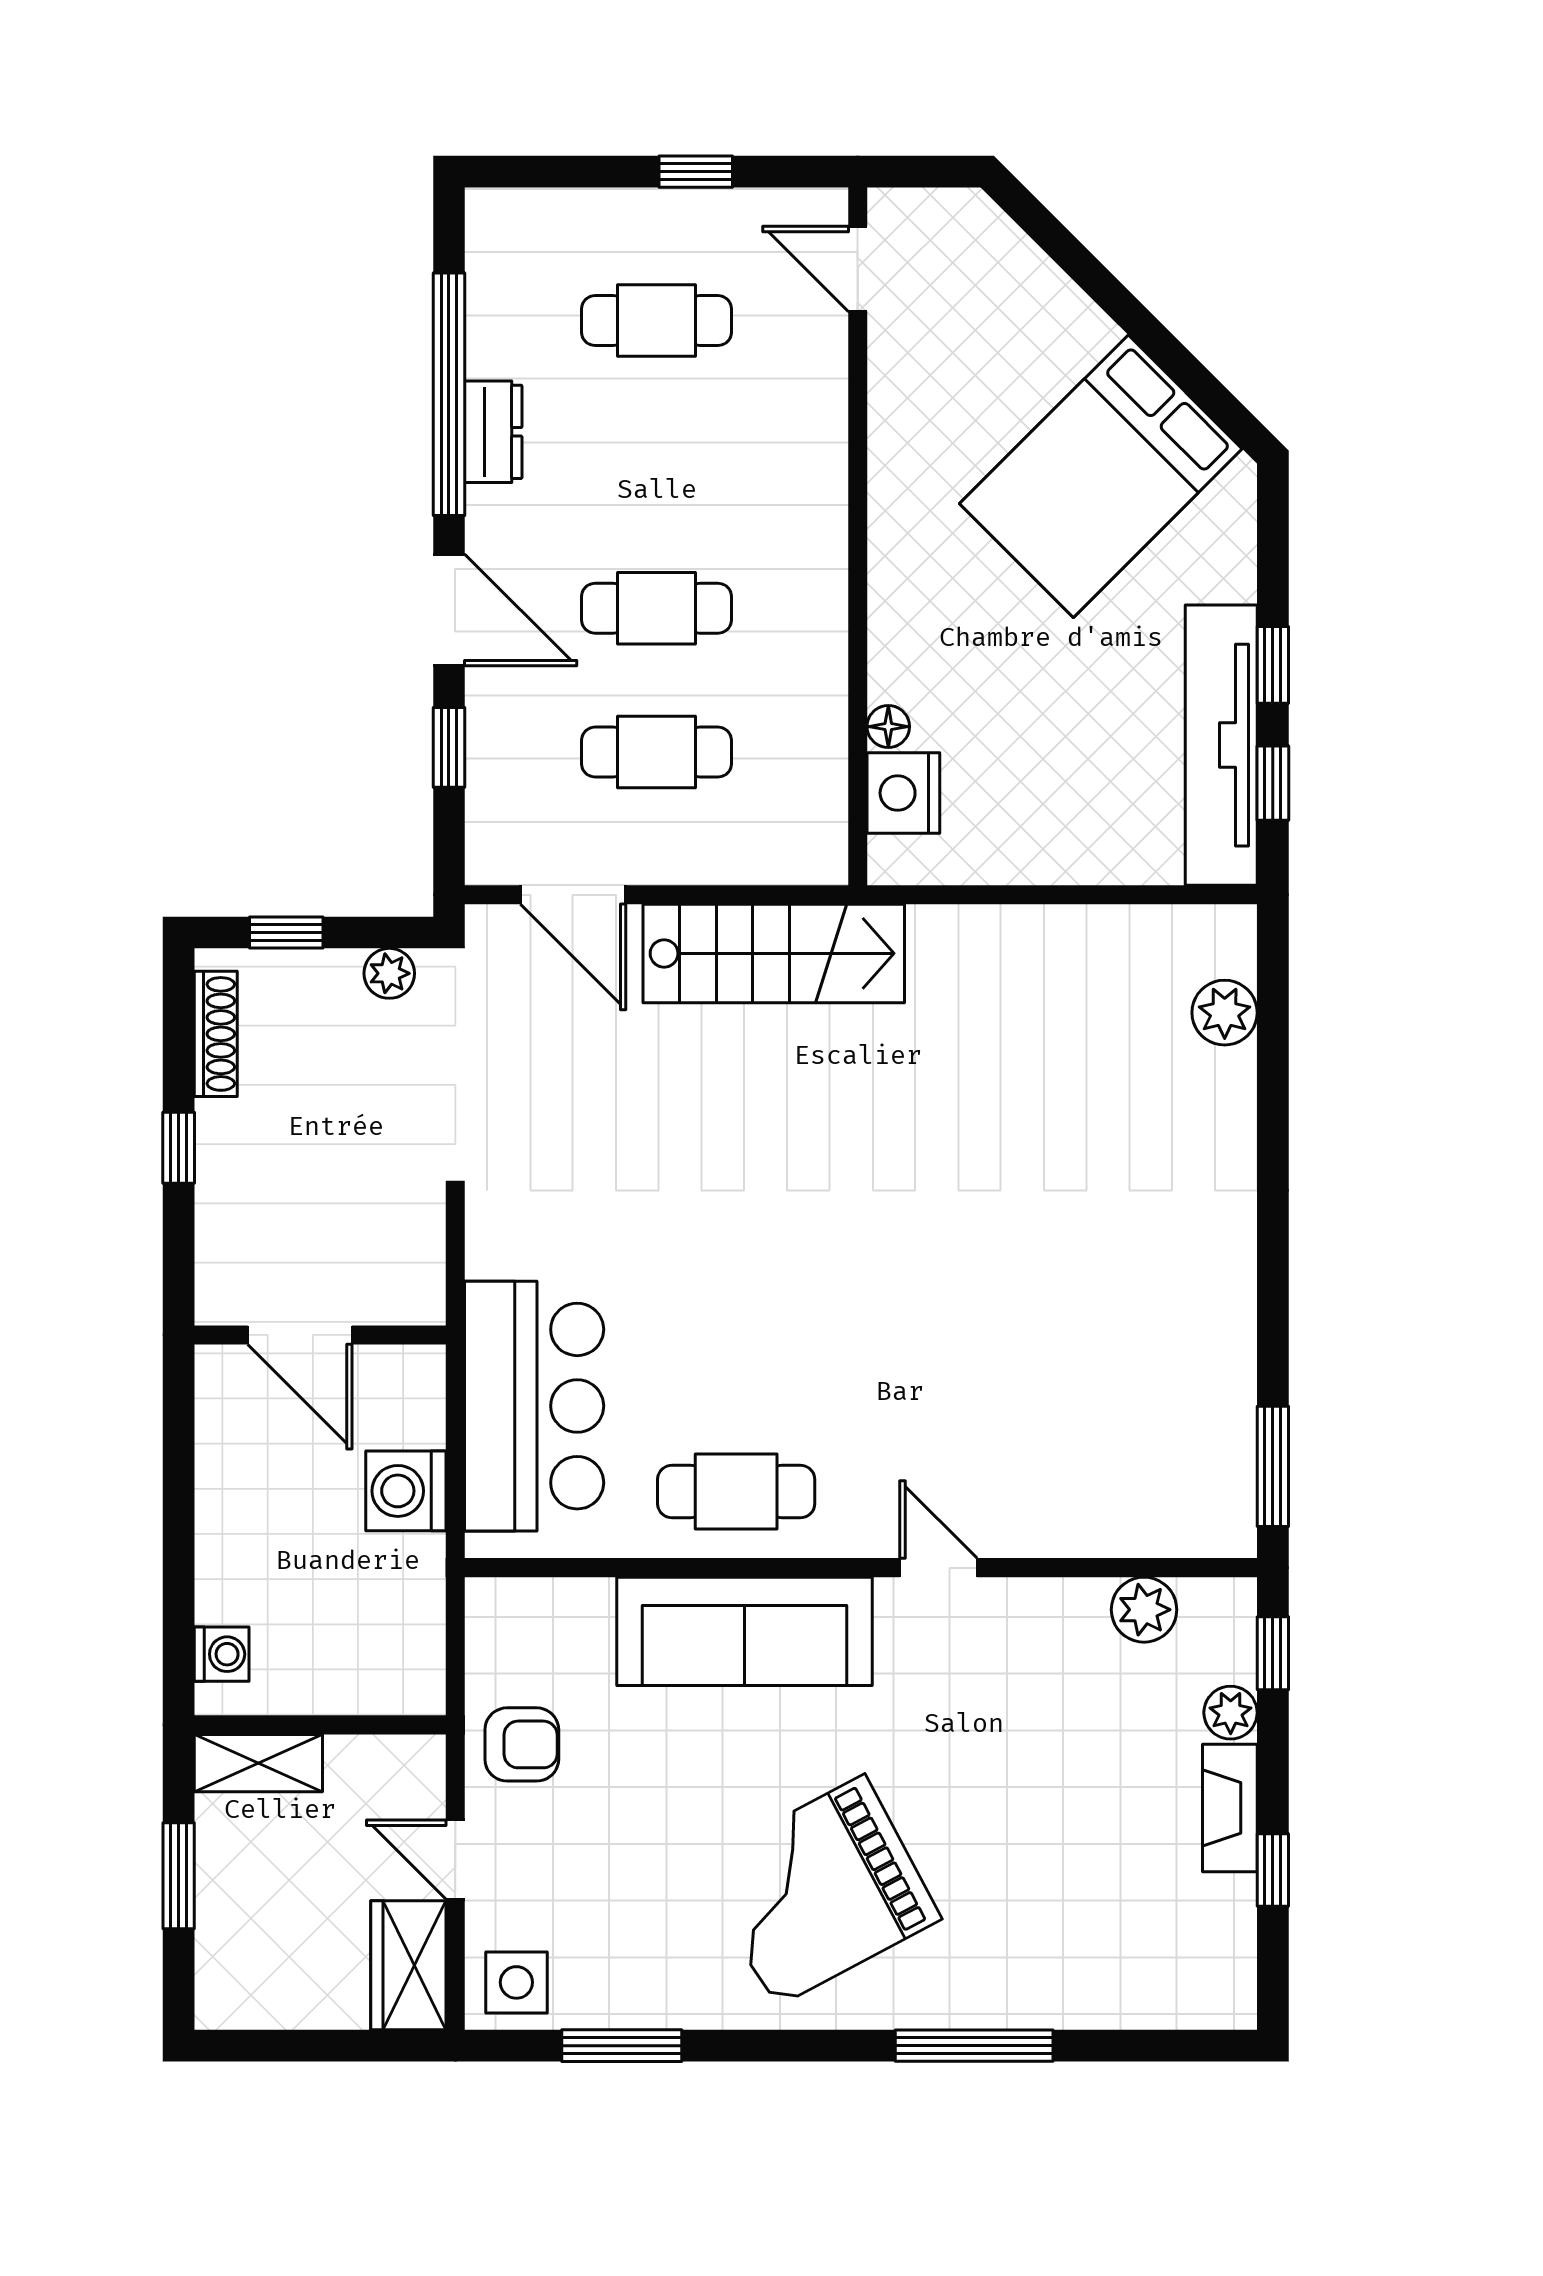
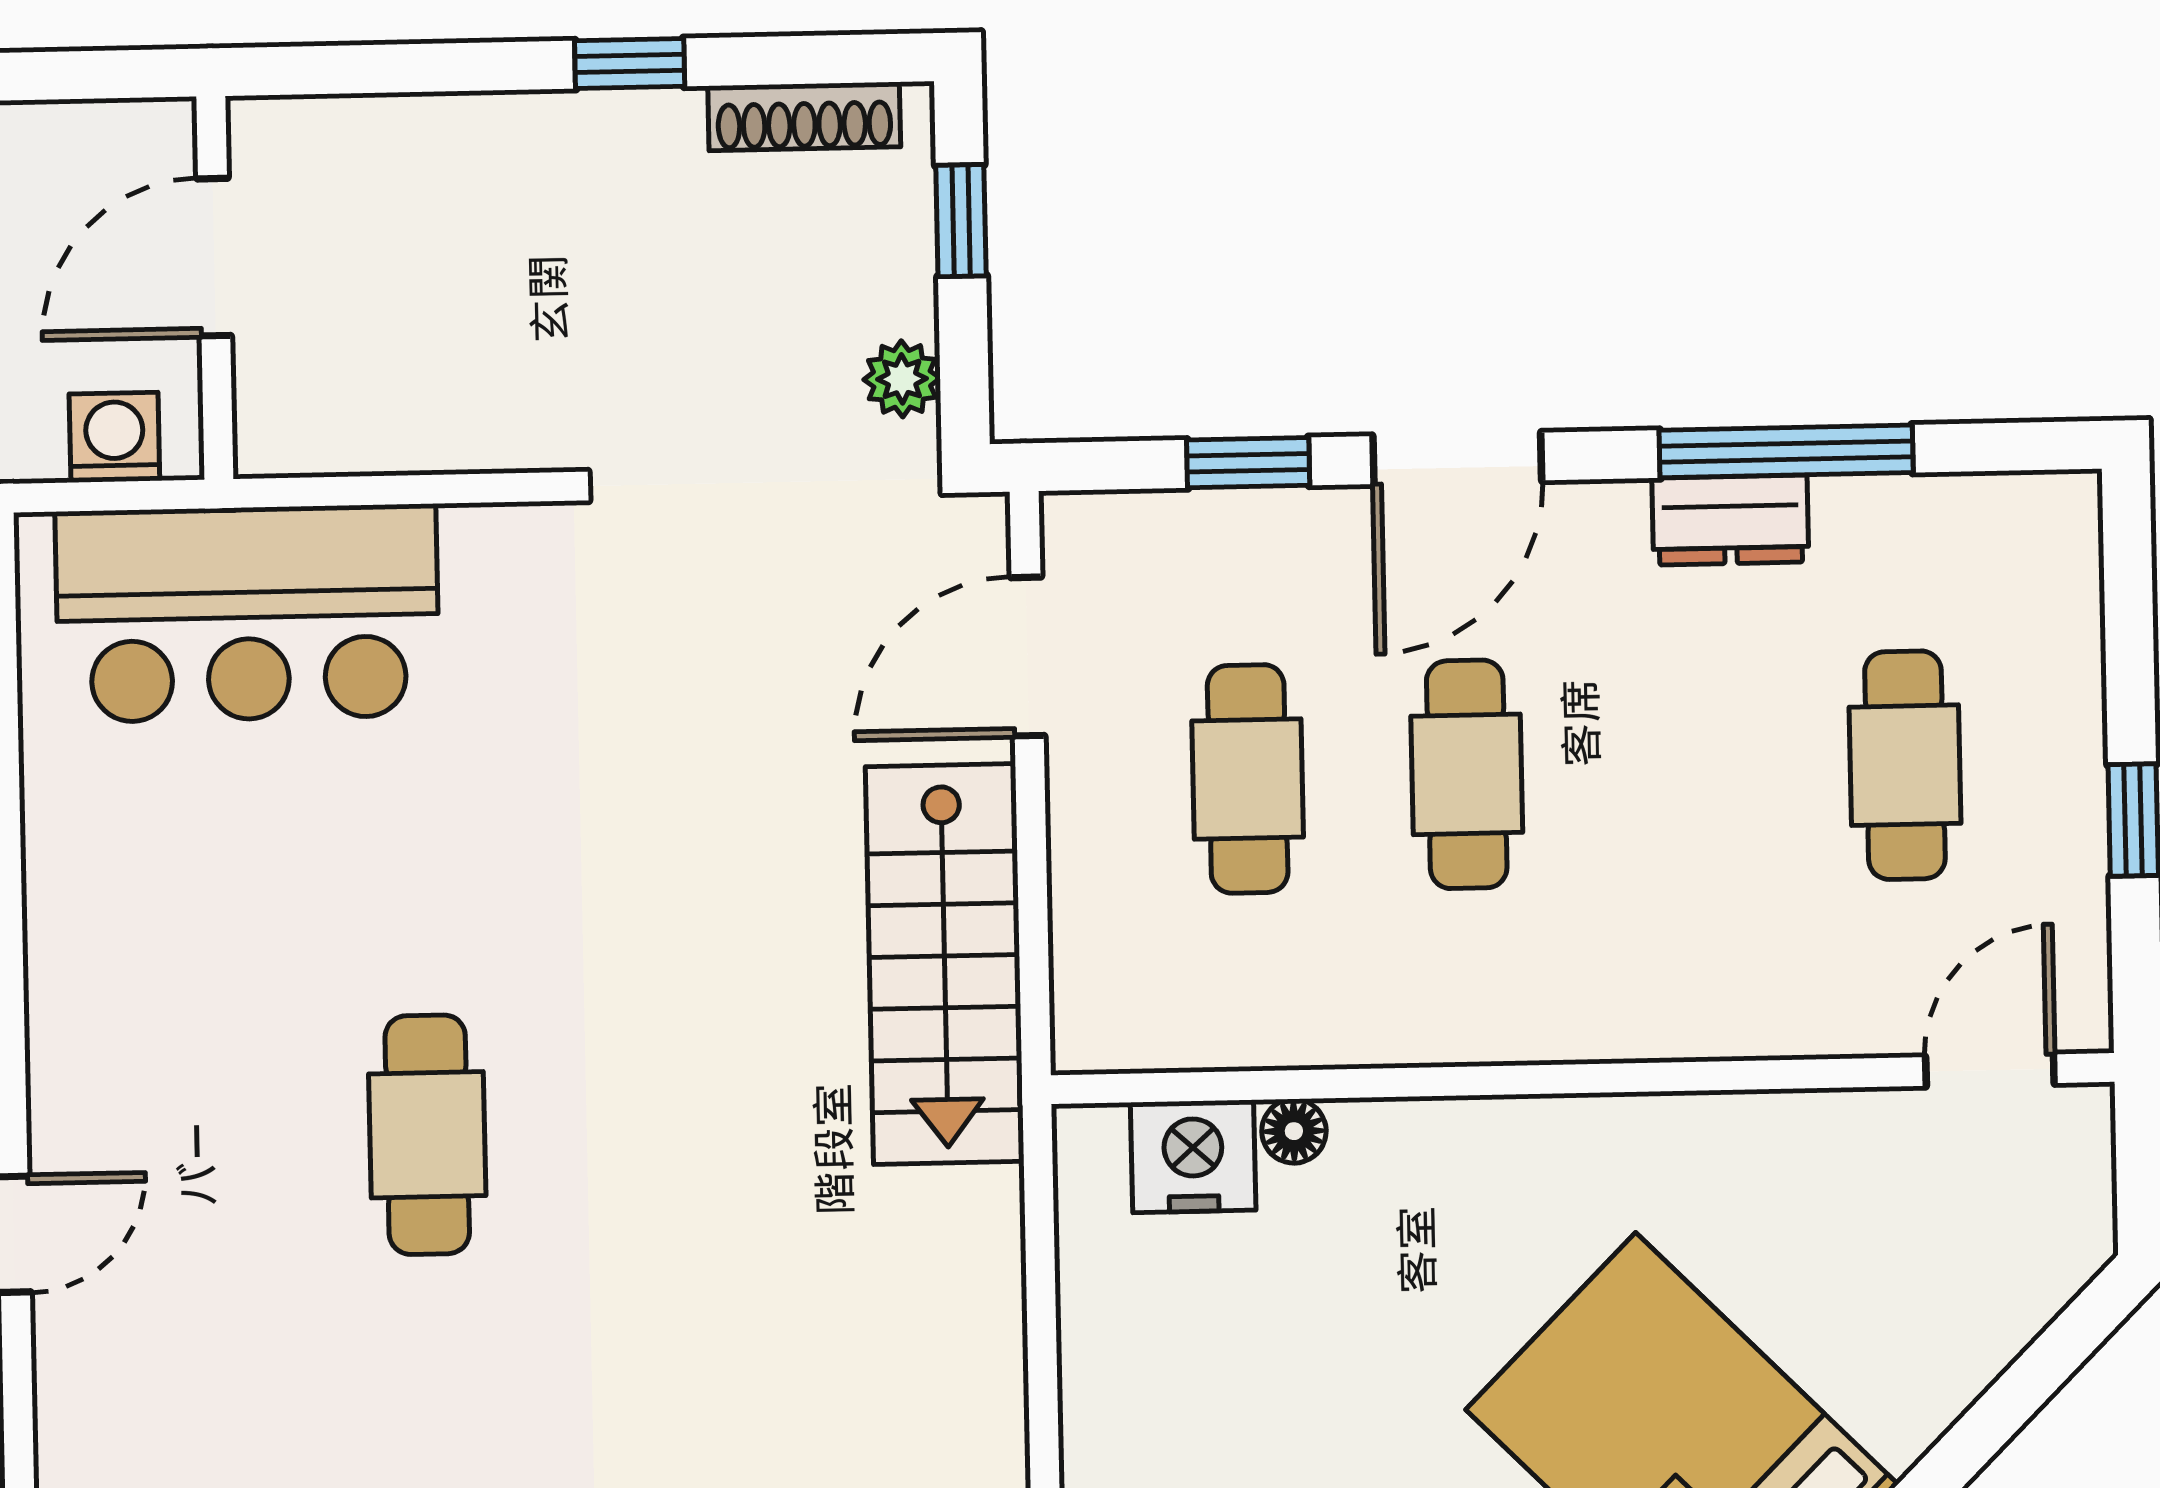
window: (449, 394) -> (1786, 451), width x0.68
door: (300, 1335) -> (214, 257), moved
wall: (320, 1335) -> (215, 288), moved
washing machine: (406, 1491) -> (114, 437), width x0.73, depth x0.73
cafe table: (736, 1492) -> (427, 1135), moved

